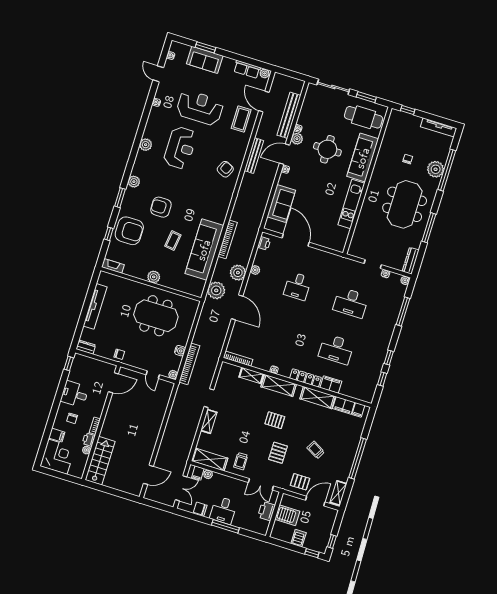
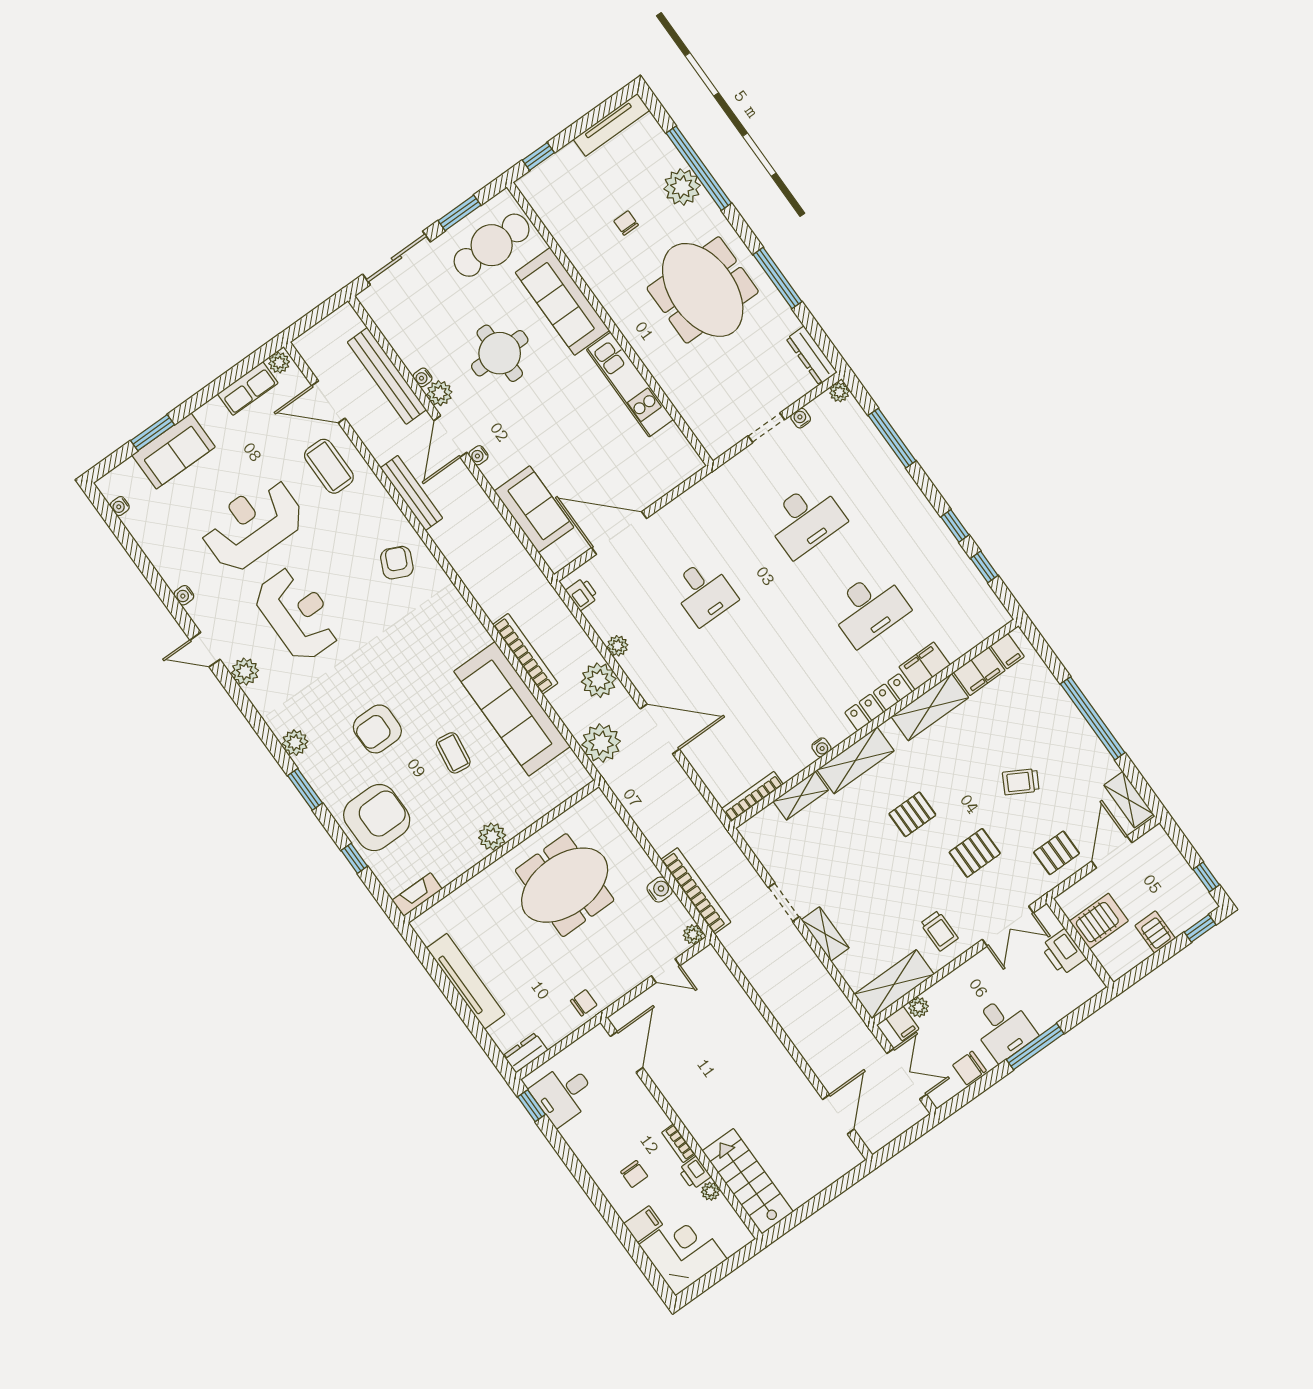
door: (158, 74) -> (205, 650), moved
desk: (75, 394) -> (563, 1094), moved
pallet: (278, 453) -> (975, 853), turned 90

